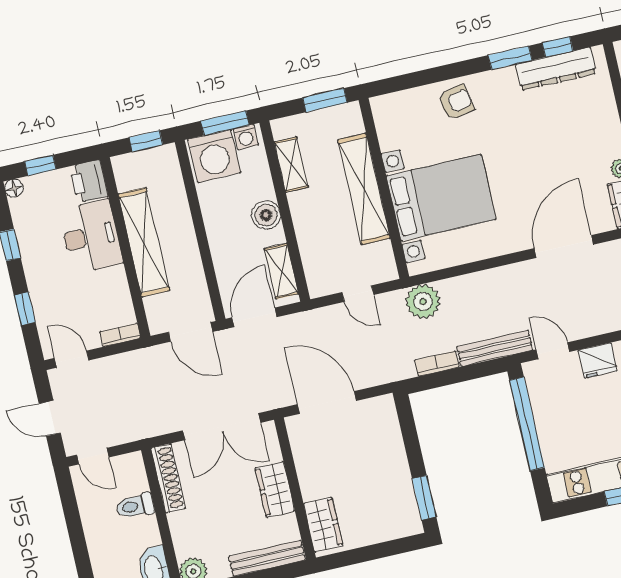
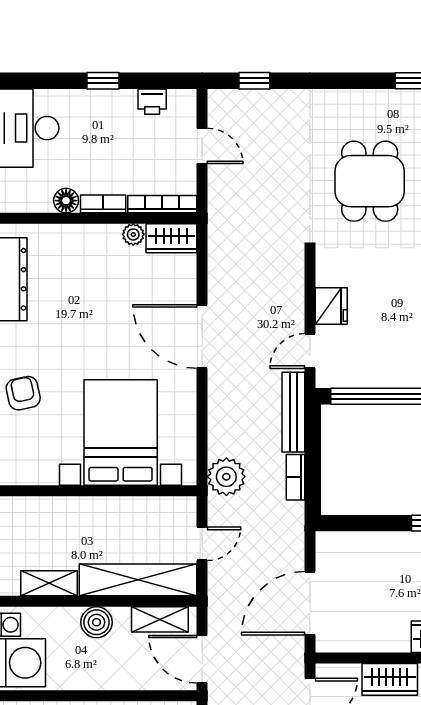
shelving: (364, 189) -> (138, 580), moved
door: (564, 246) -> (202, 336), moved

